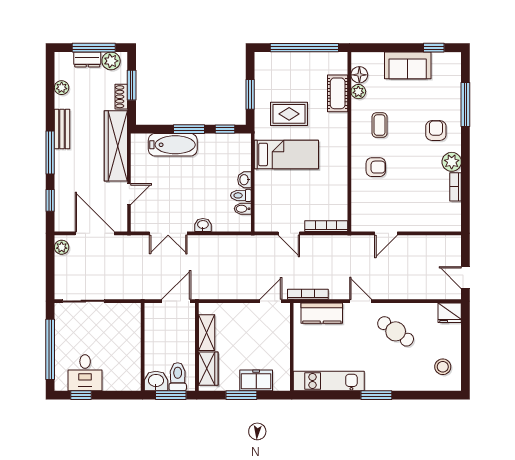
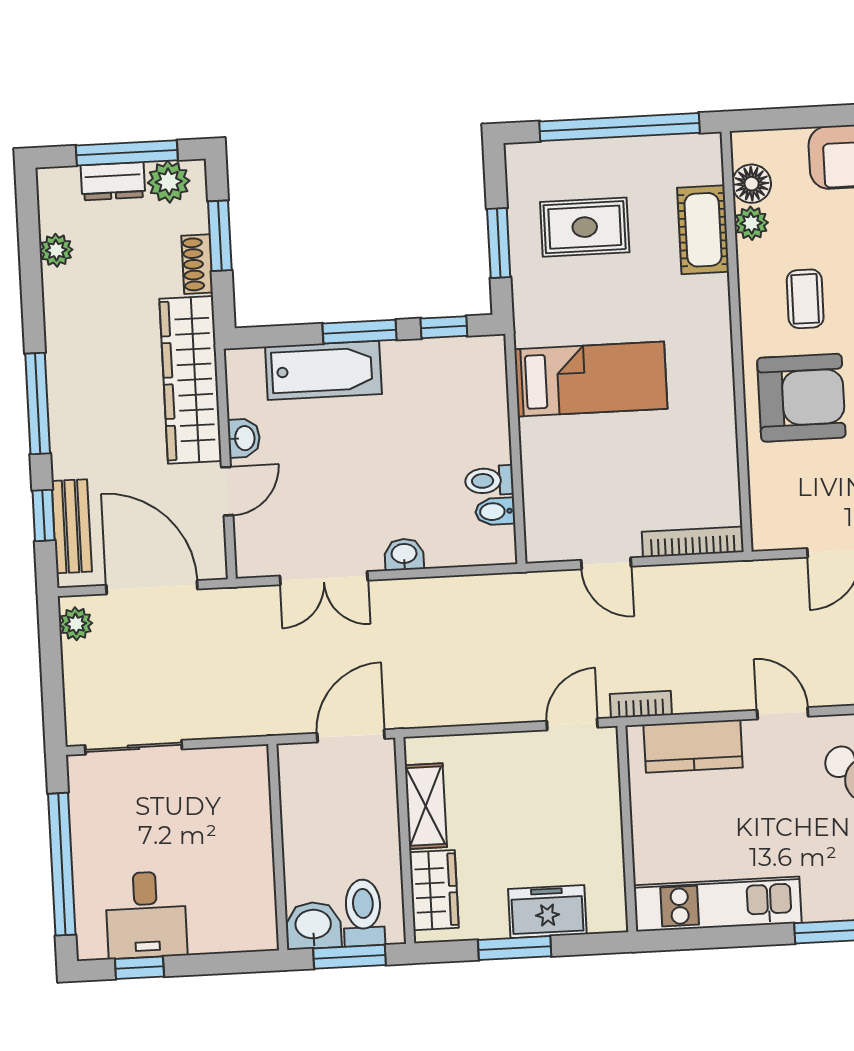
rug: (289, 114) -> (585, 227), moved
bench: (62, 129) -> (72, 526), moved
armchair: (376, 167) -> (801, 398), width x1.88, depth x1.88
washbasin: (244, 180) -> (244, 438), moved, turned 180
bookcase: (308, 294) -> (641, 704), width x0.64

